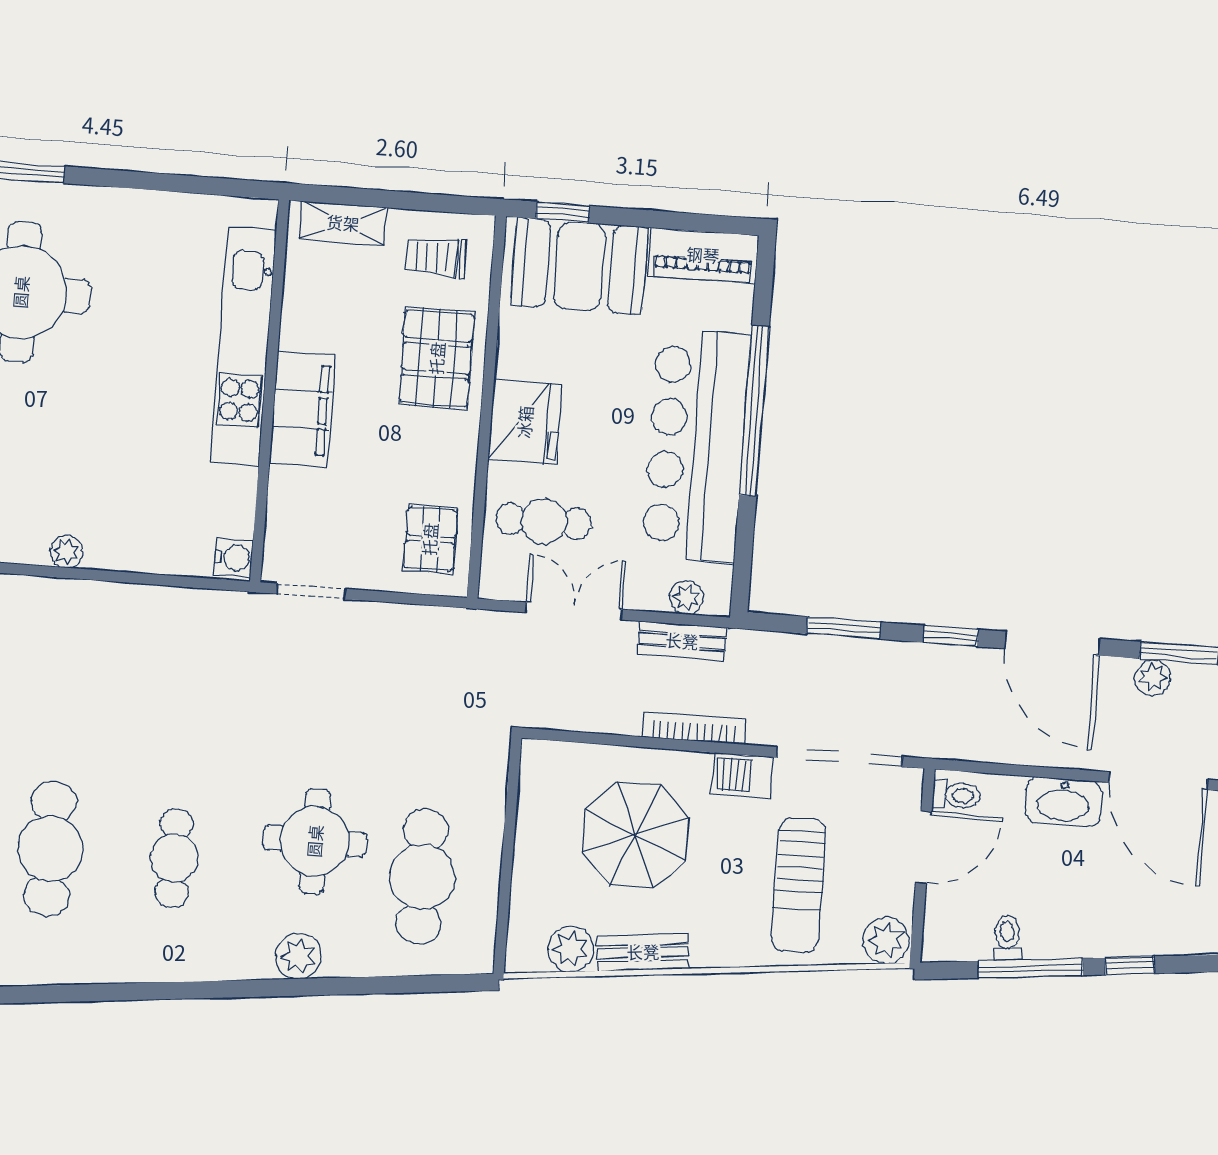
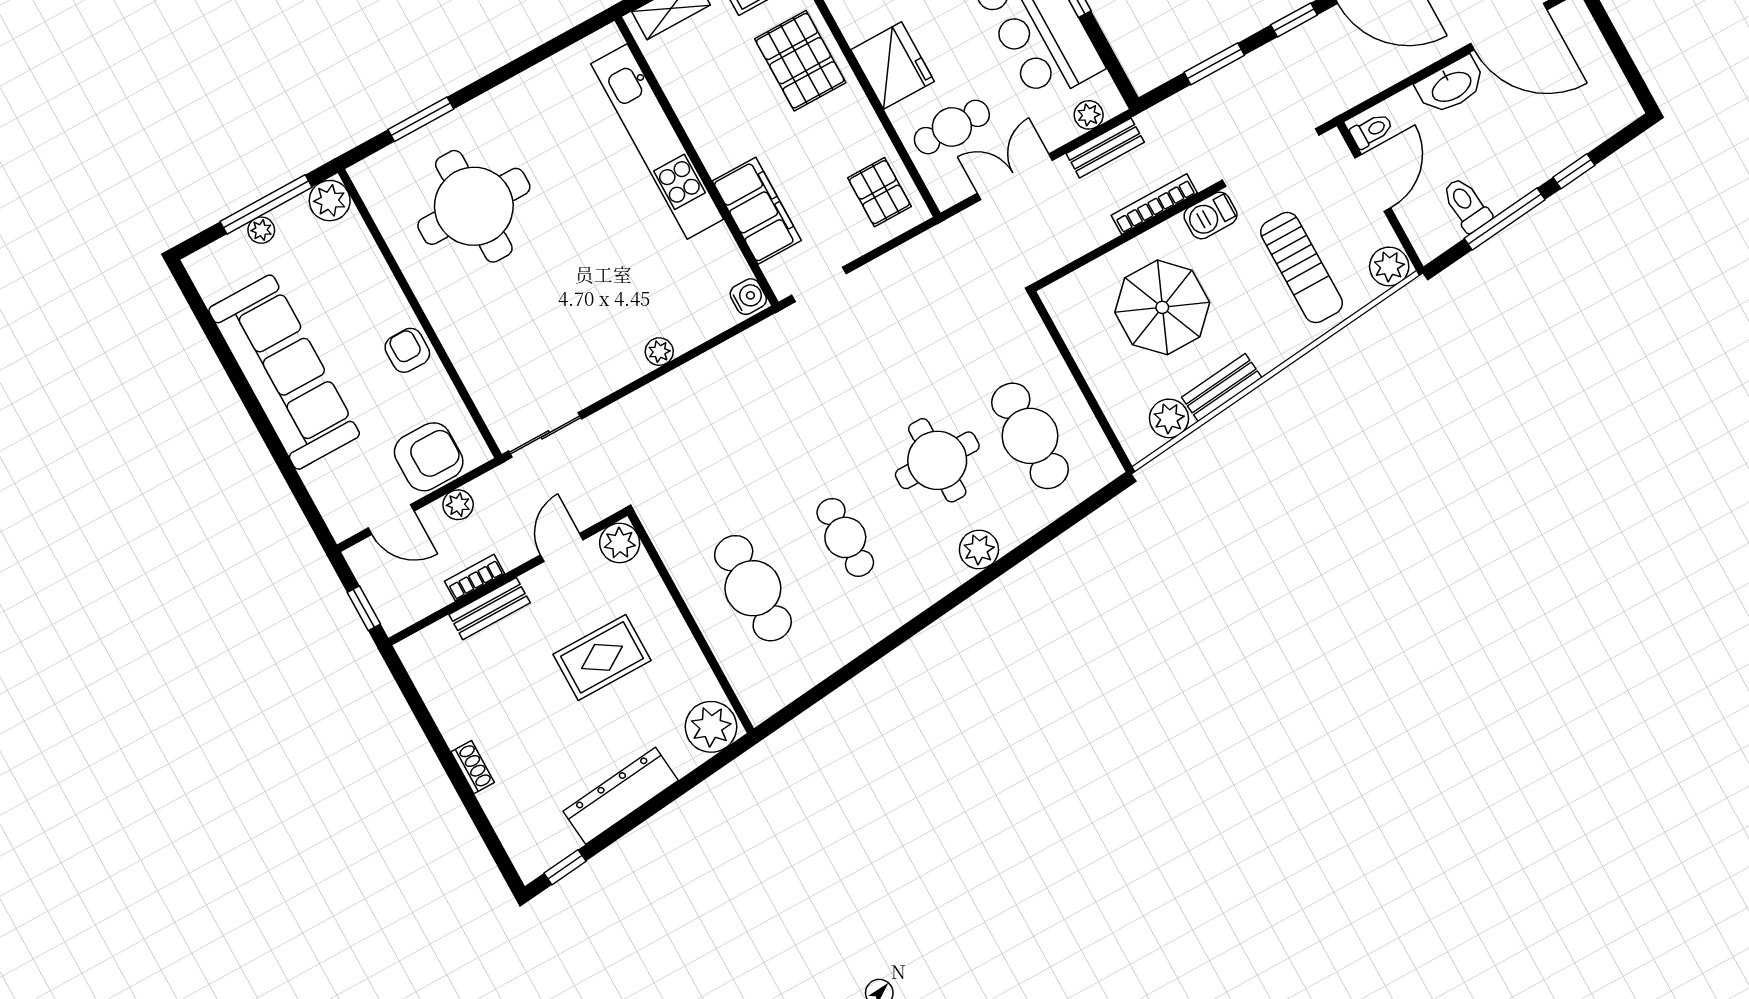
filing cabinet: (302, 409) -> (757, 211), moved
plant: (66, 551) -> (659, 352), moved
toilet: (1007, 938) -> (1466, 205), width x1.37, depth x1.39

